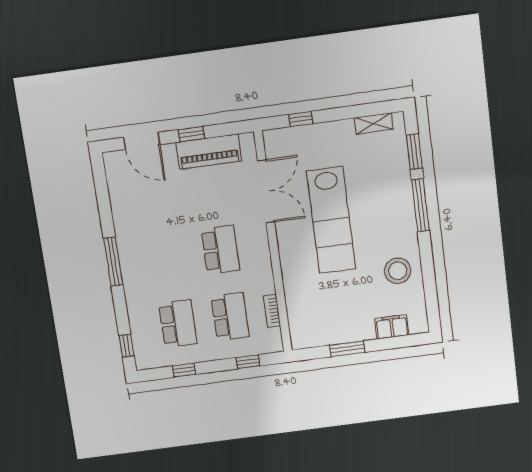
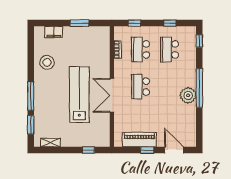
double door: (266, 191) -> (112, 95), moved
plant: (131, 245) -> (188, 95), added
window: (113, 262) -> (199, 88), width x1.46

